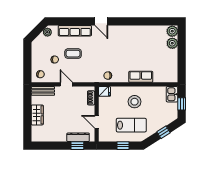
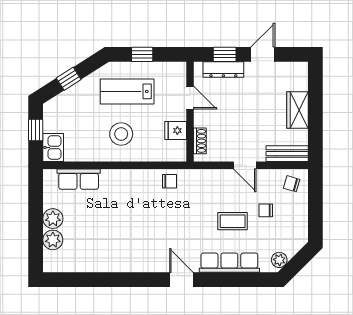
plant: (172, 31) -> (53, 219), moved
row of seats: (141, 77) -> (79, 179), moved
fridge: (104, 91) -> (176, 130), moved
door: (56, 146) -> (263, 54), added

